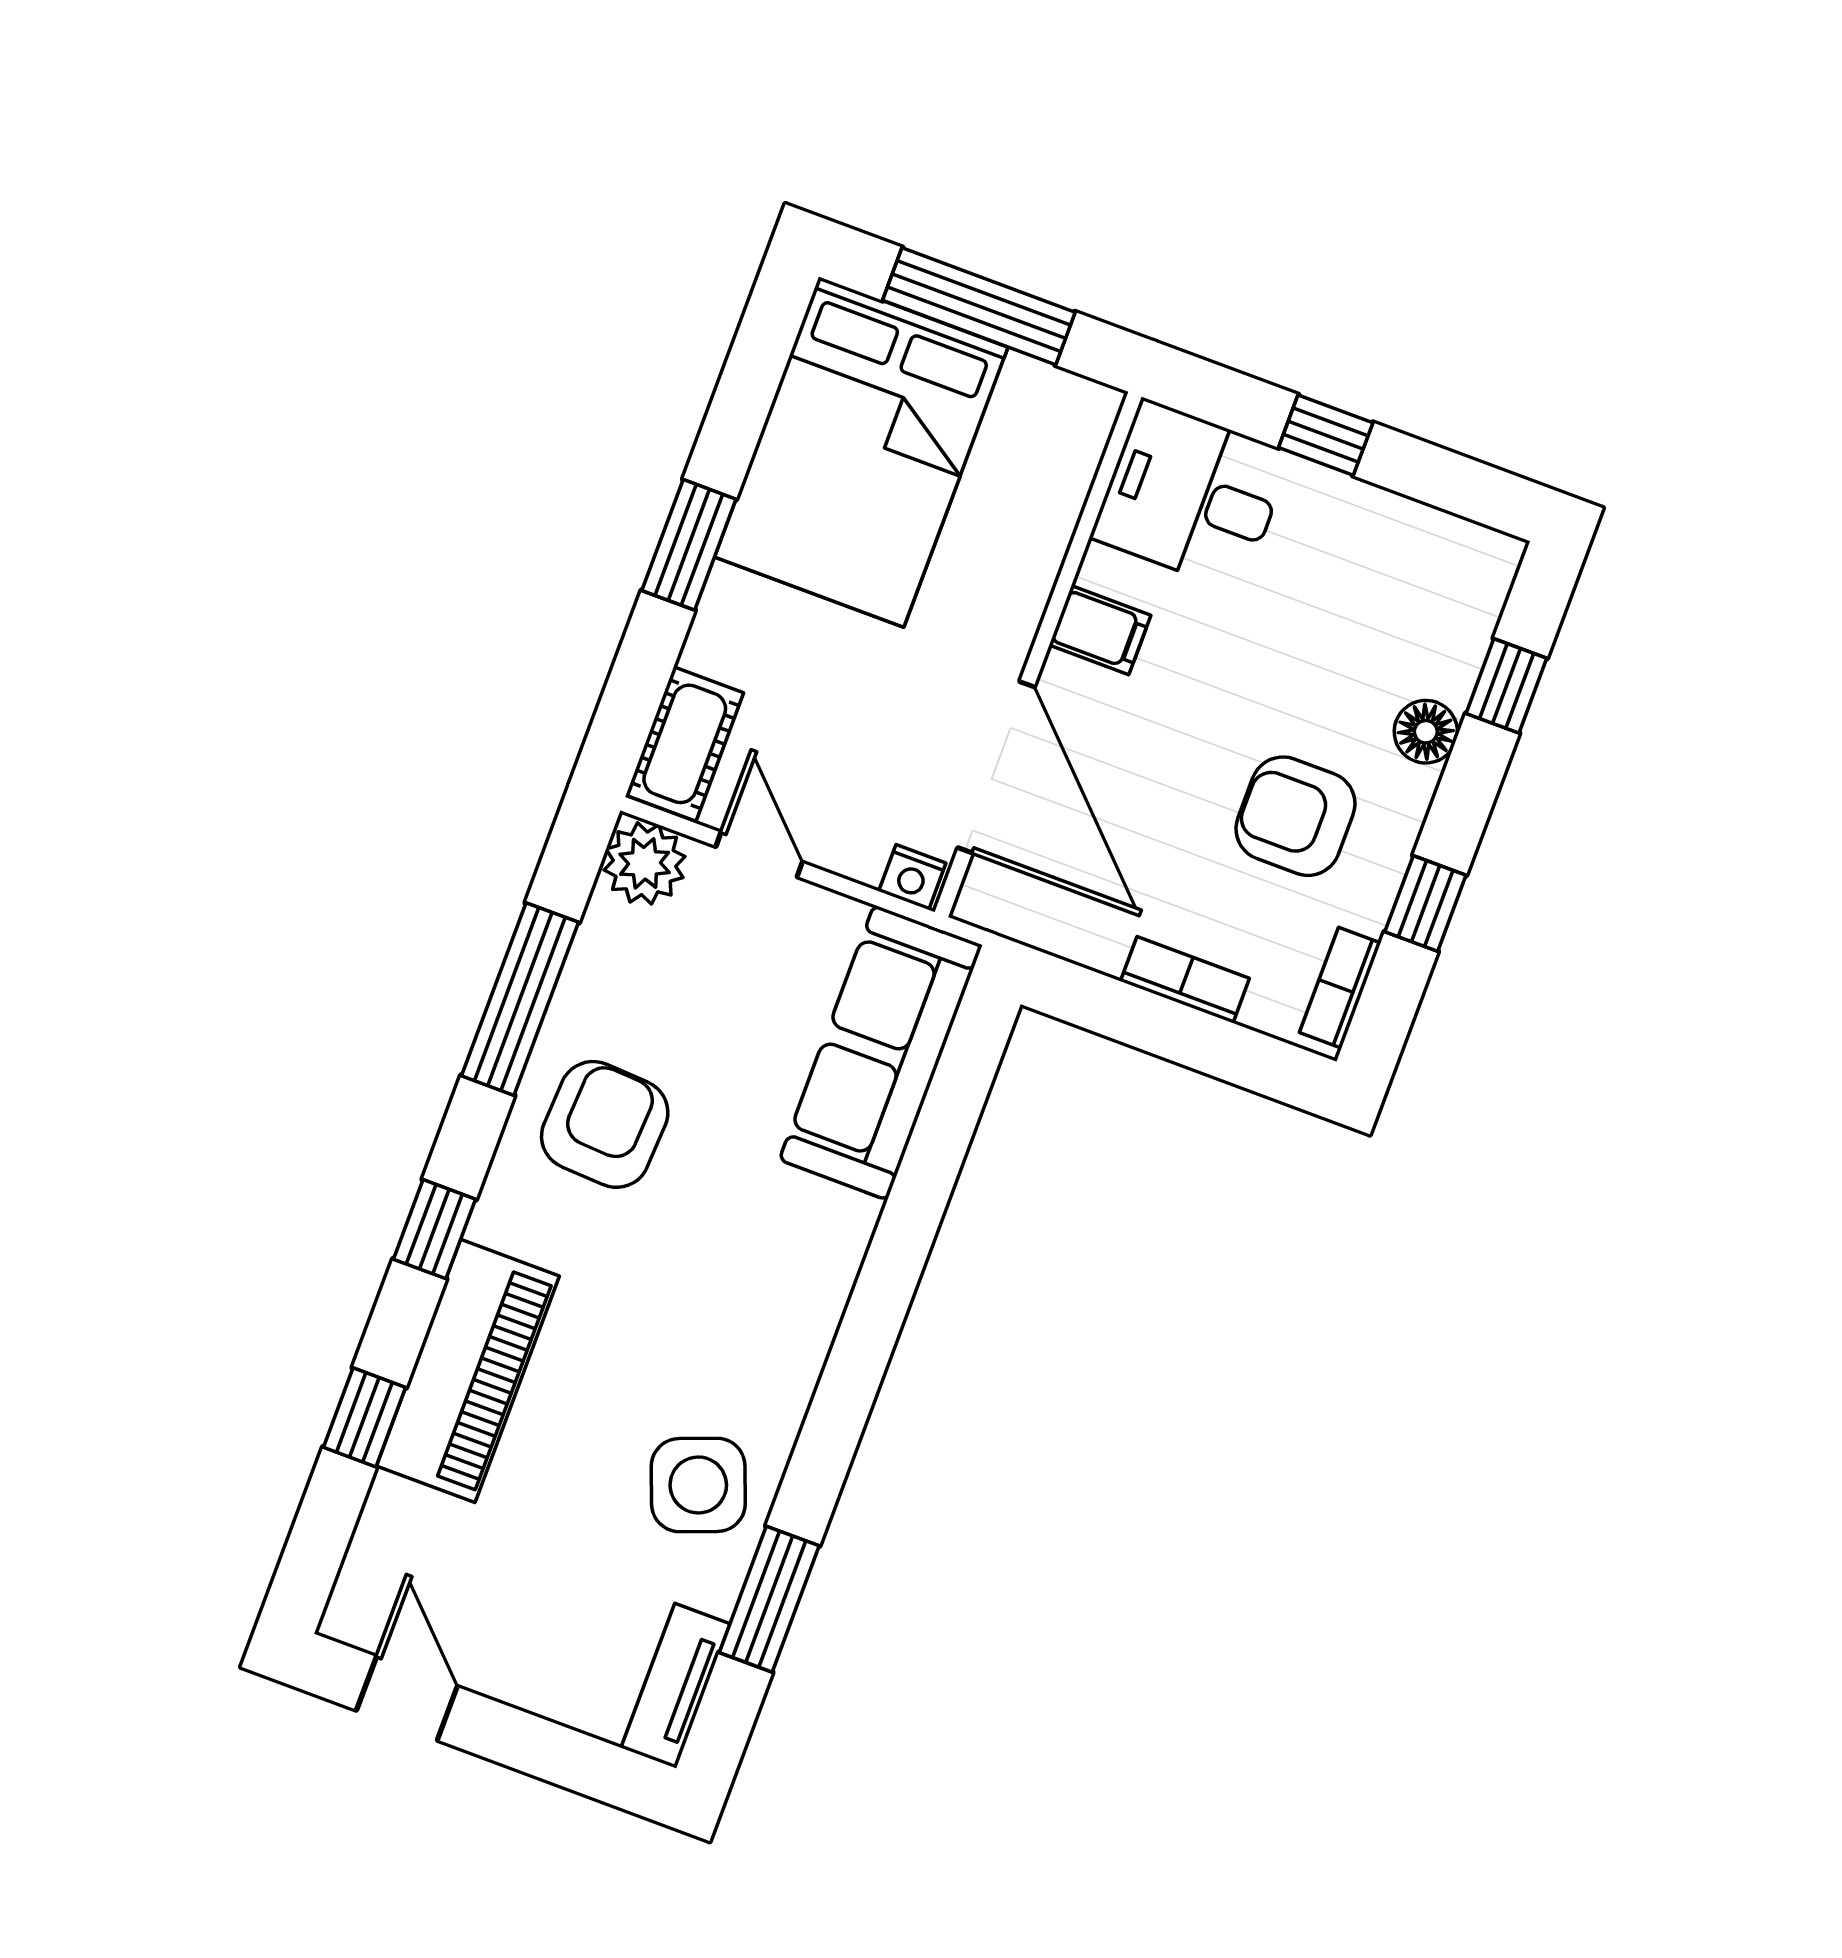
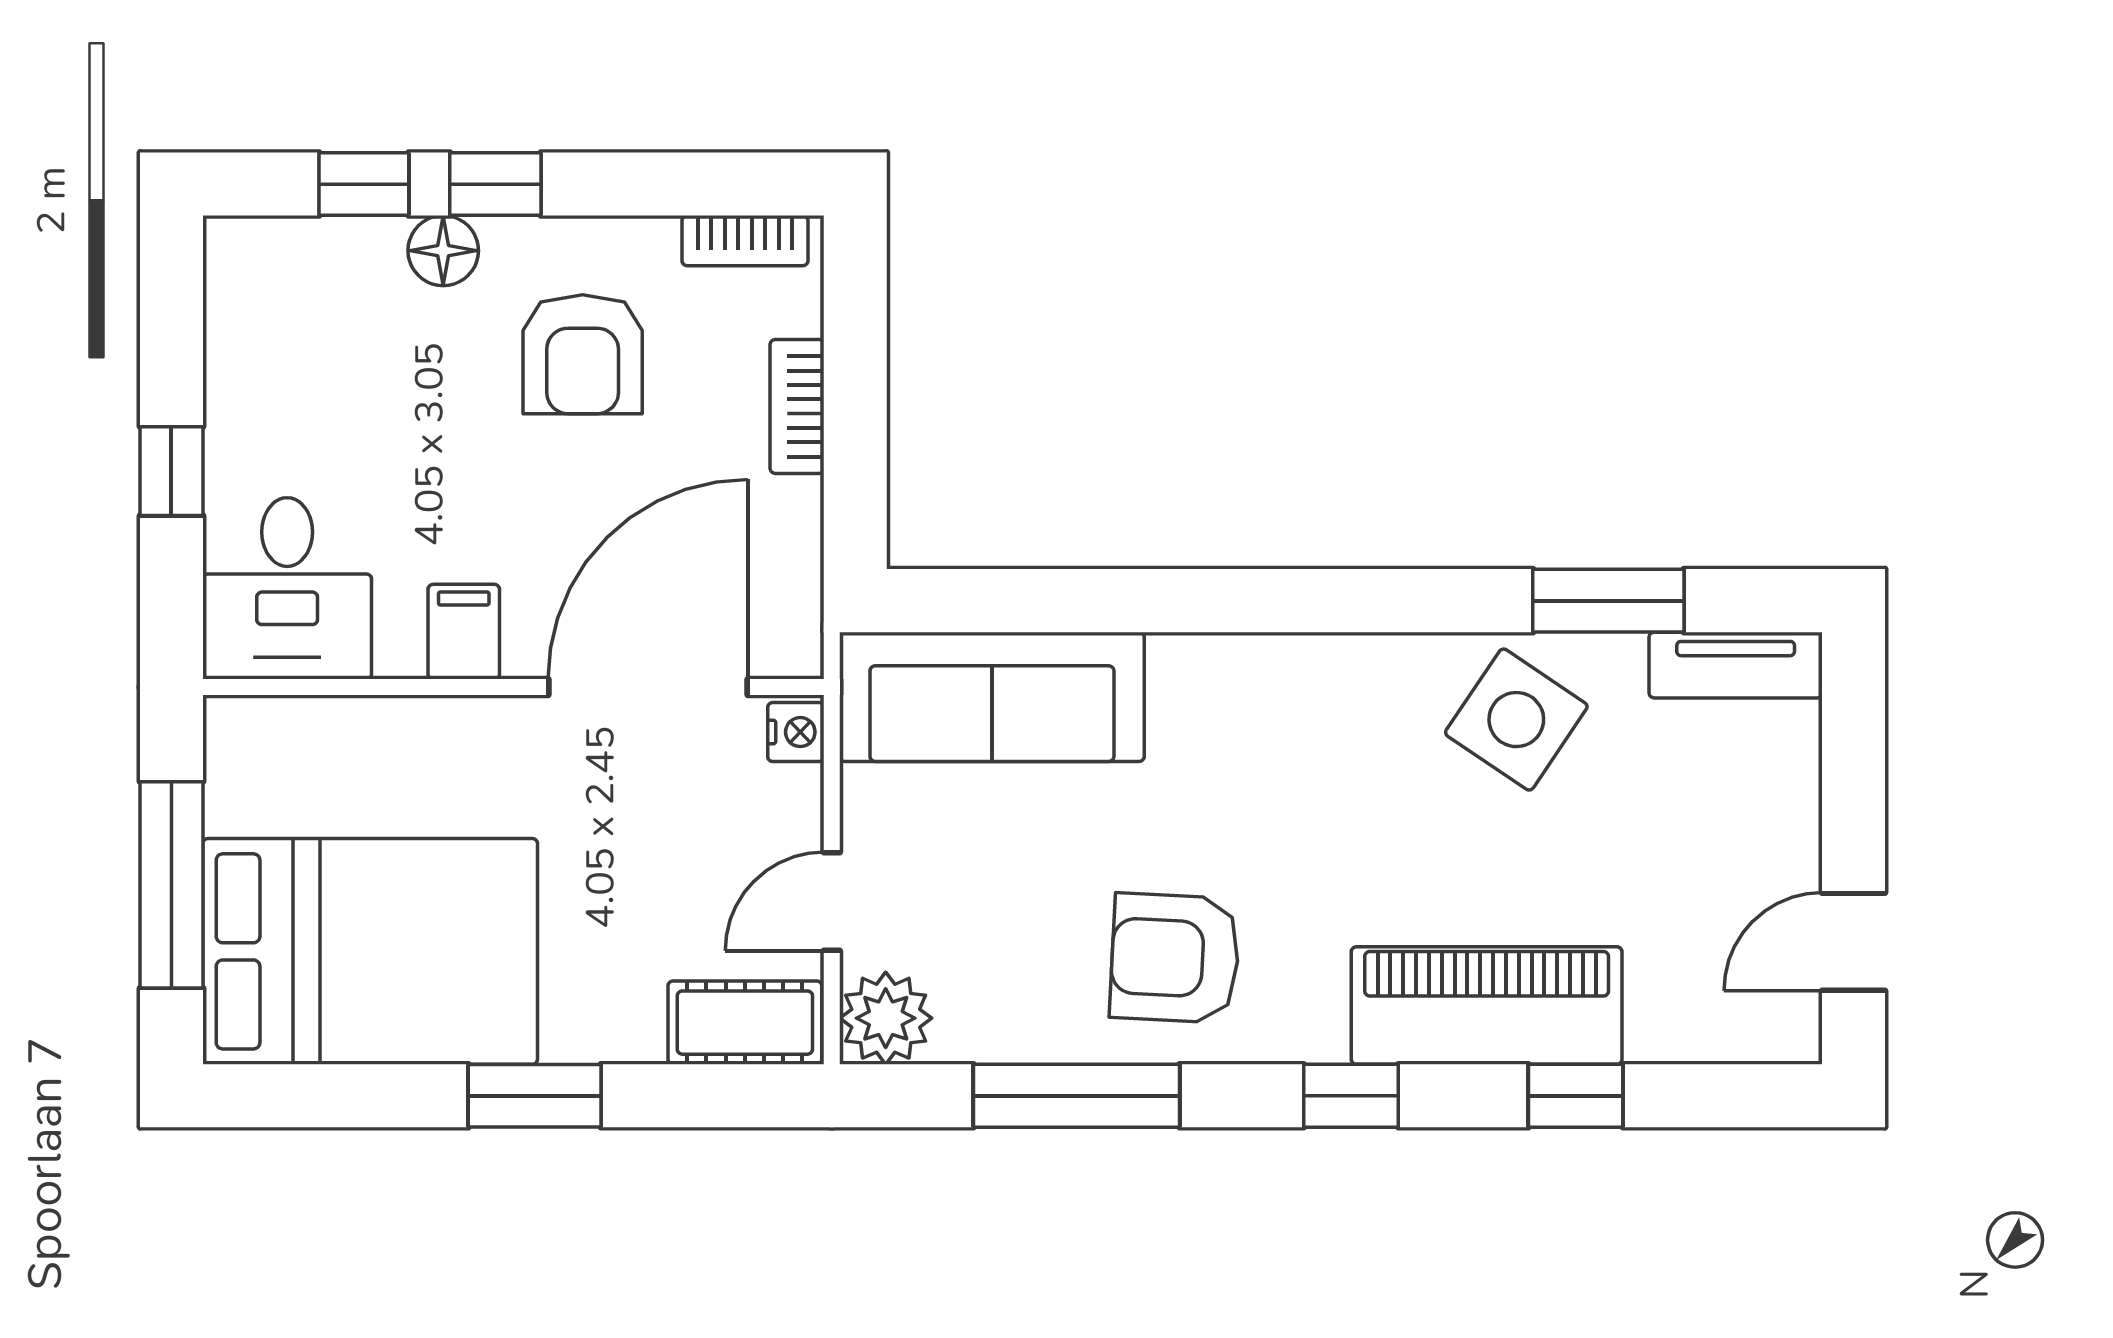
window: (1425, 904) -> (495, 184), moved
side table: (698, 1485) -> (1516, 720), turned -35

